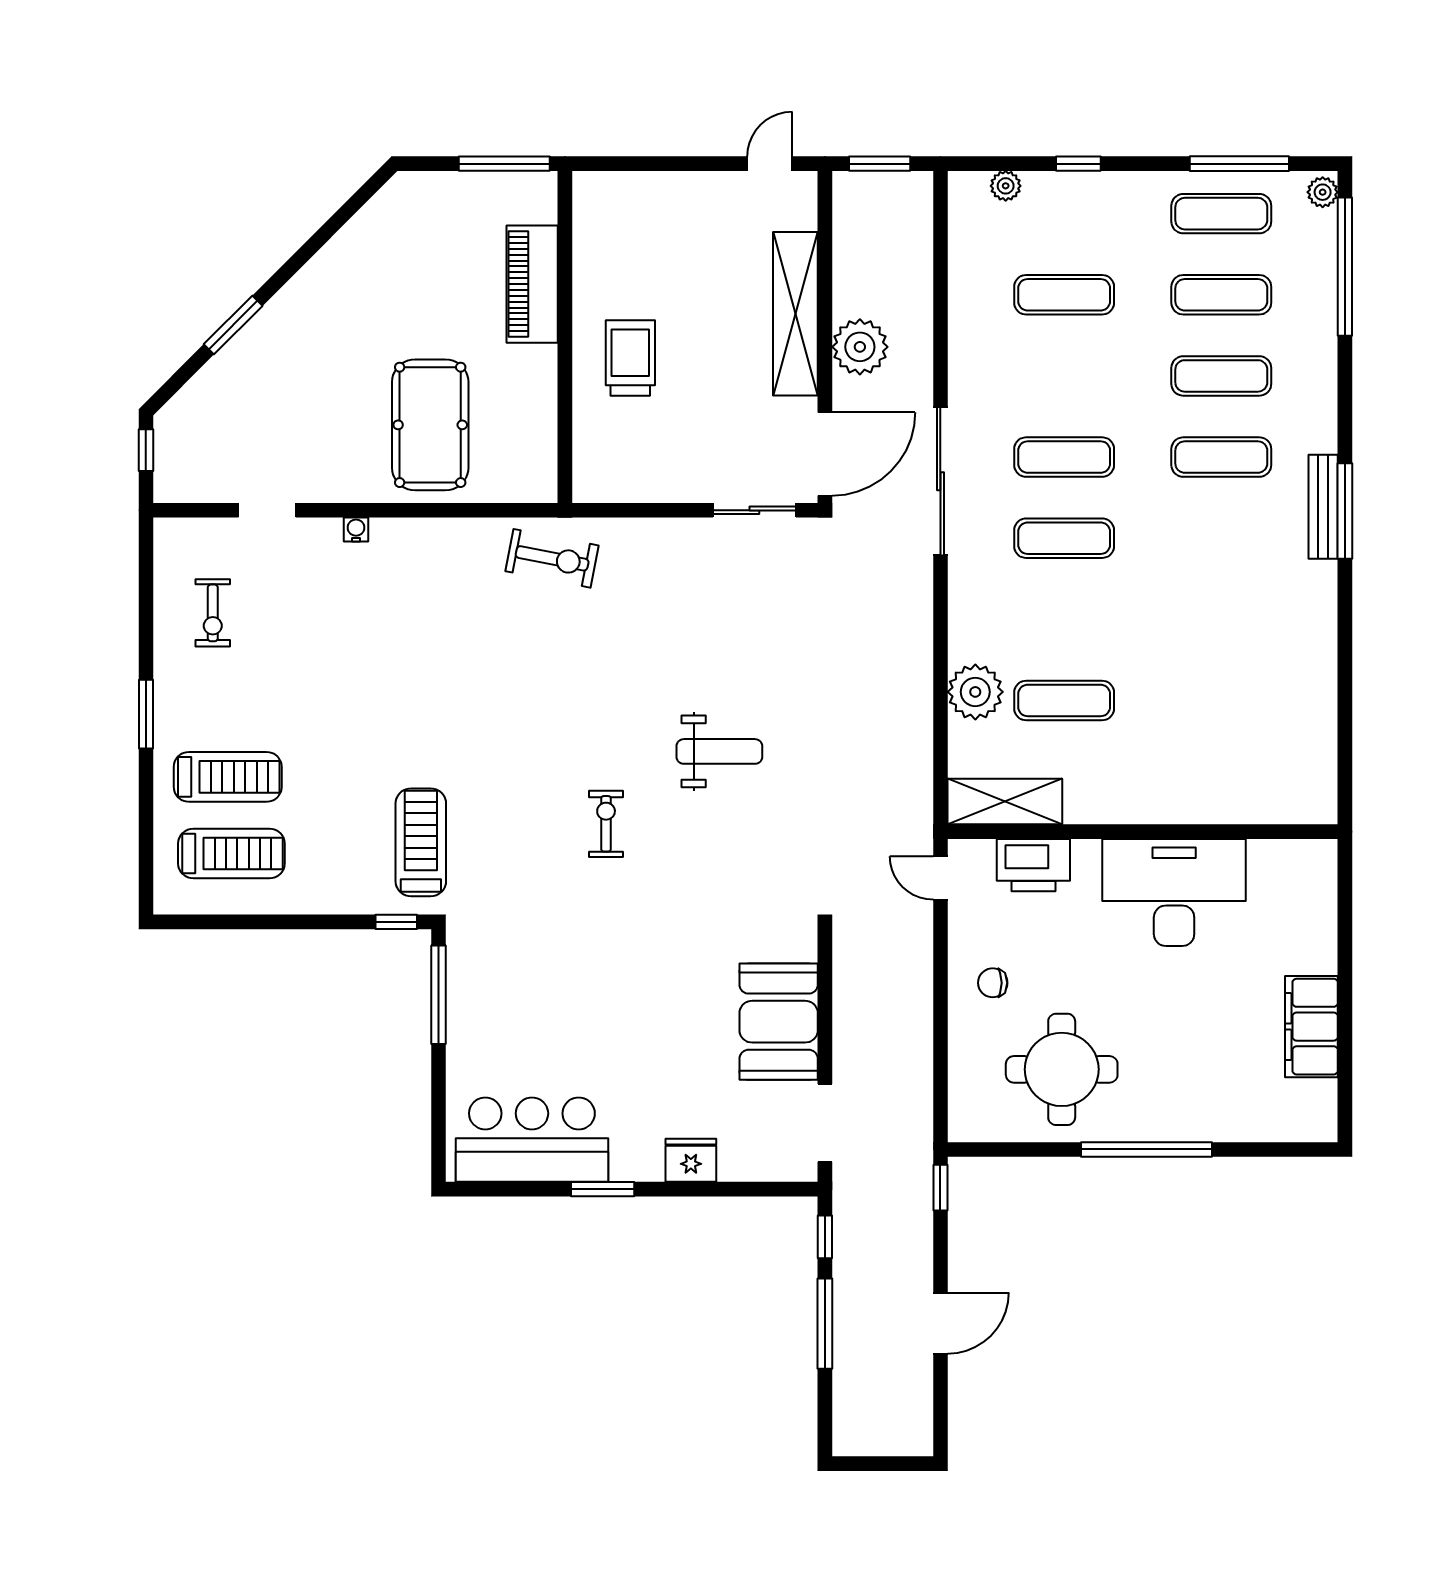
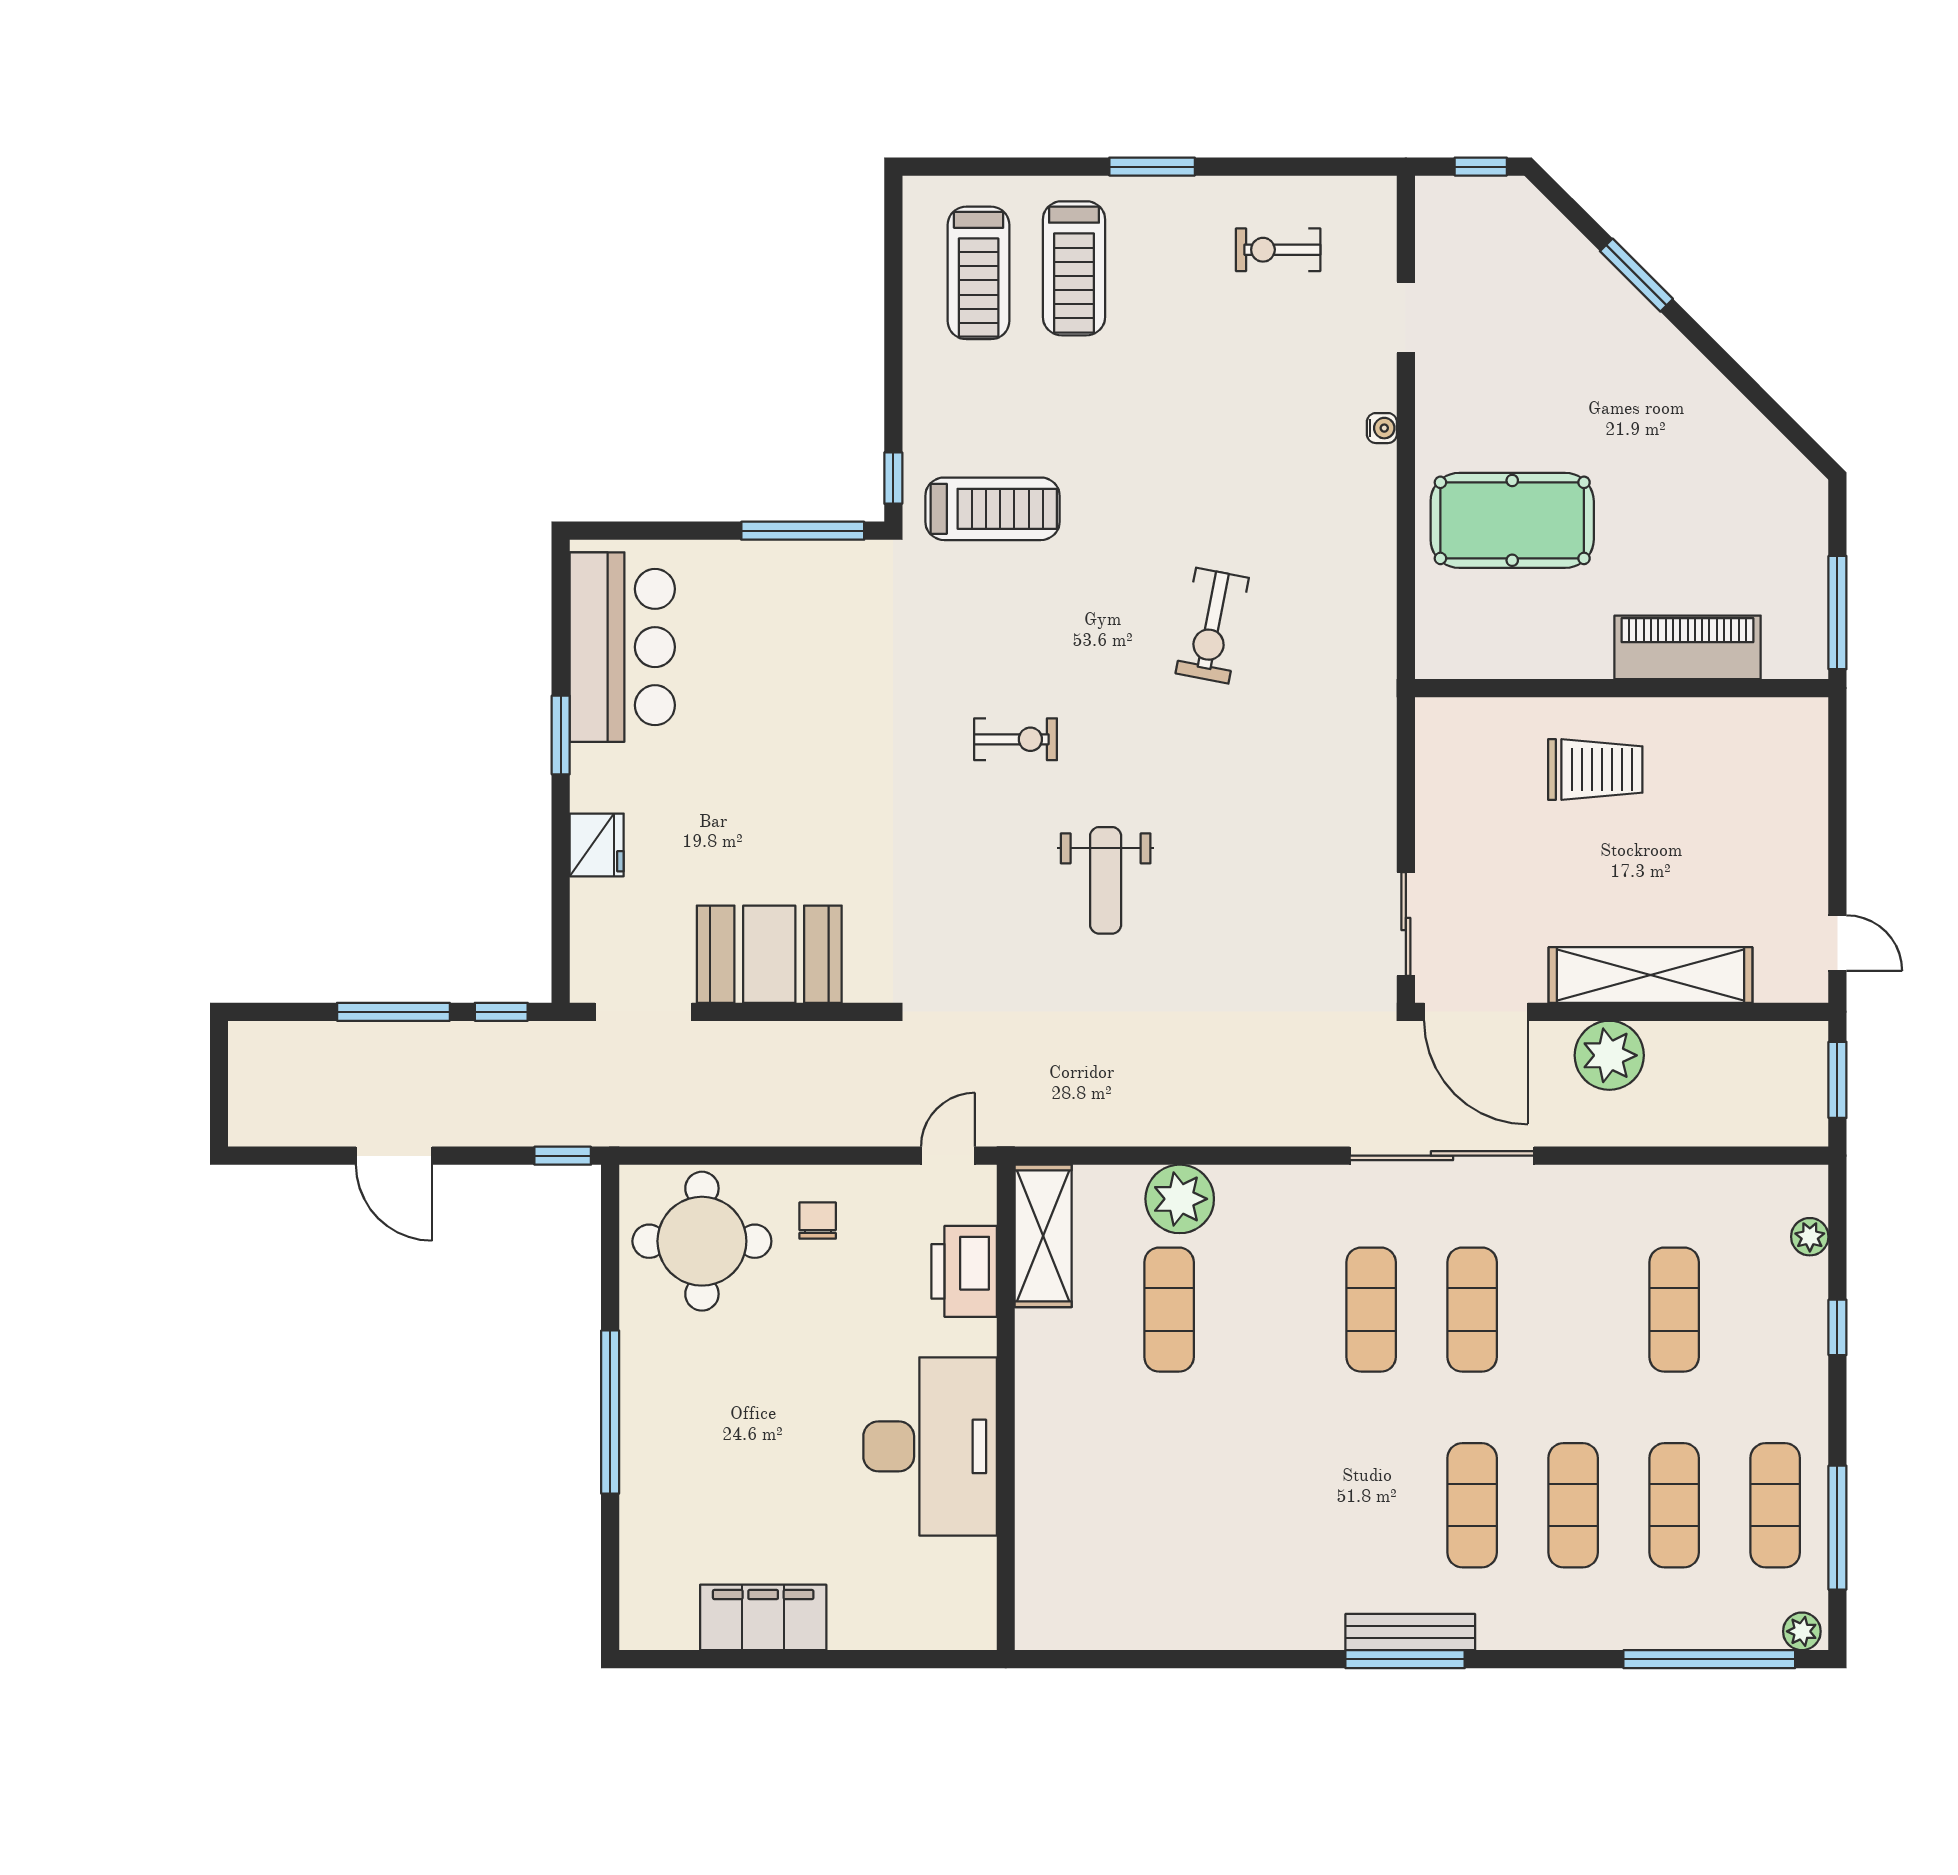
exercise bike: (552, 558) -> (1212, 626), moved
round table: (1062, 1069) -> (702, 1241), moved

